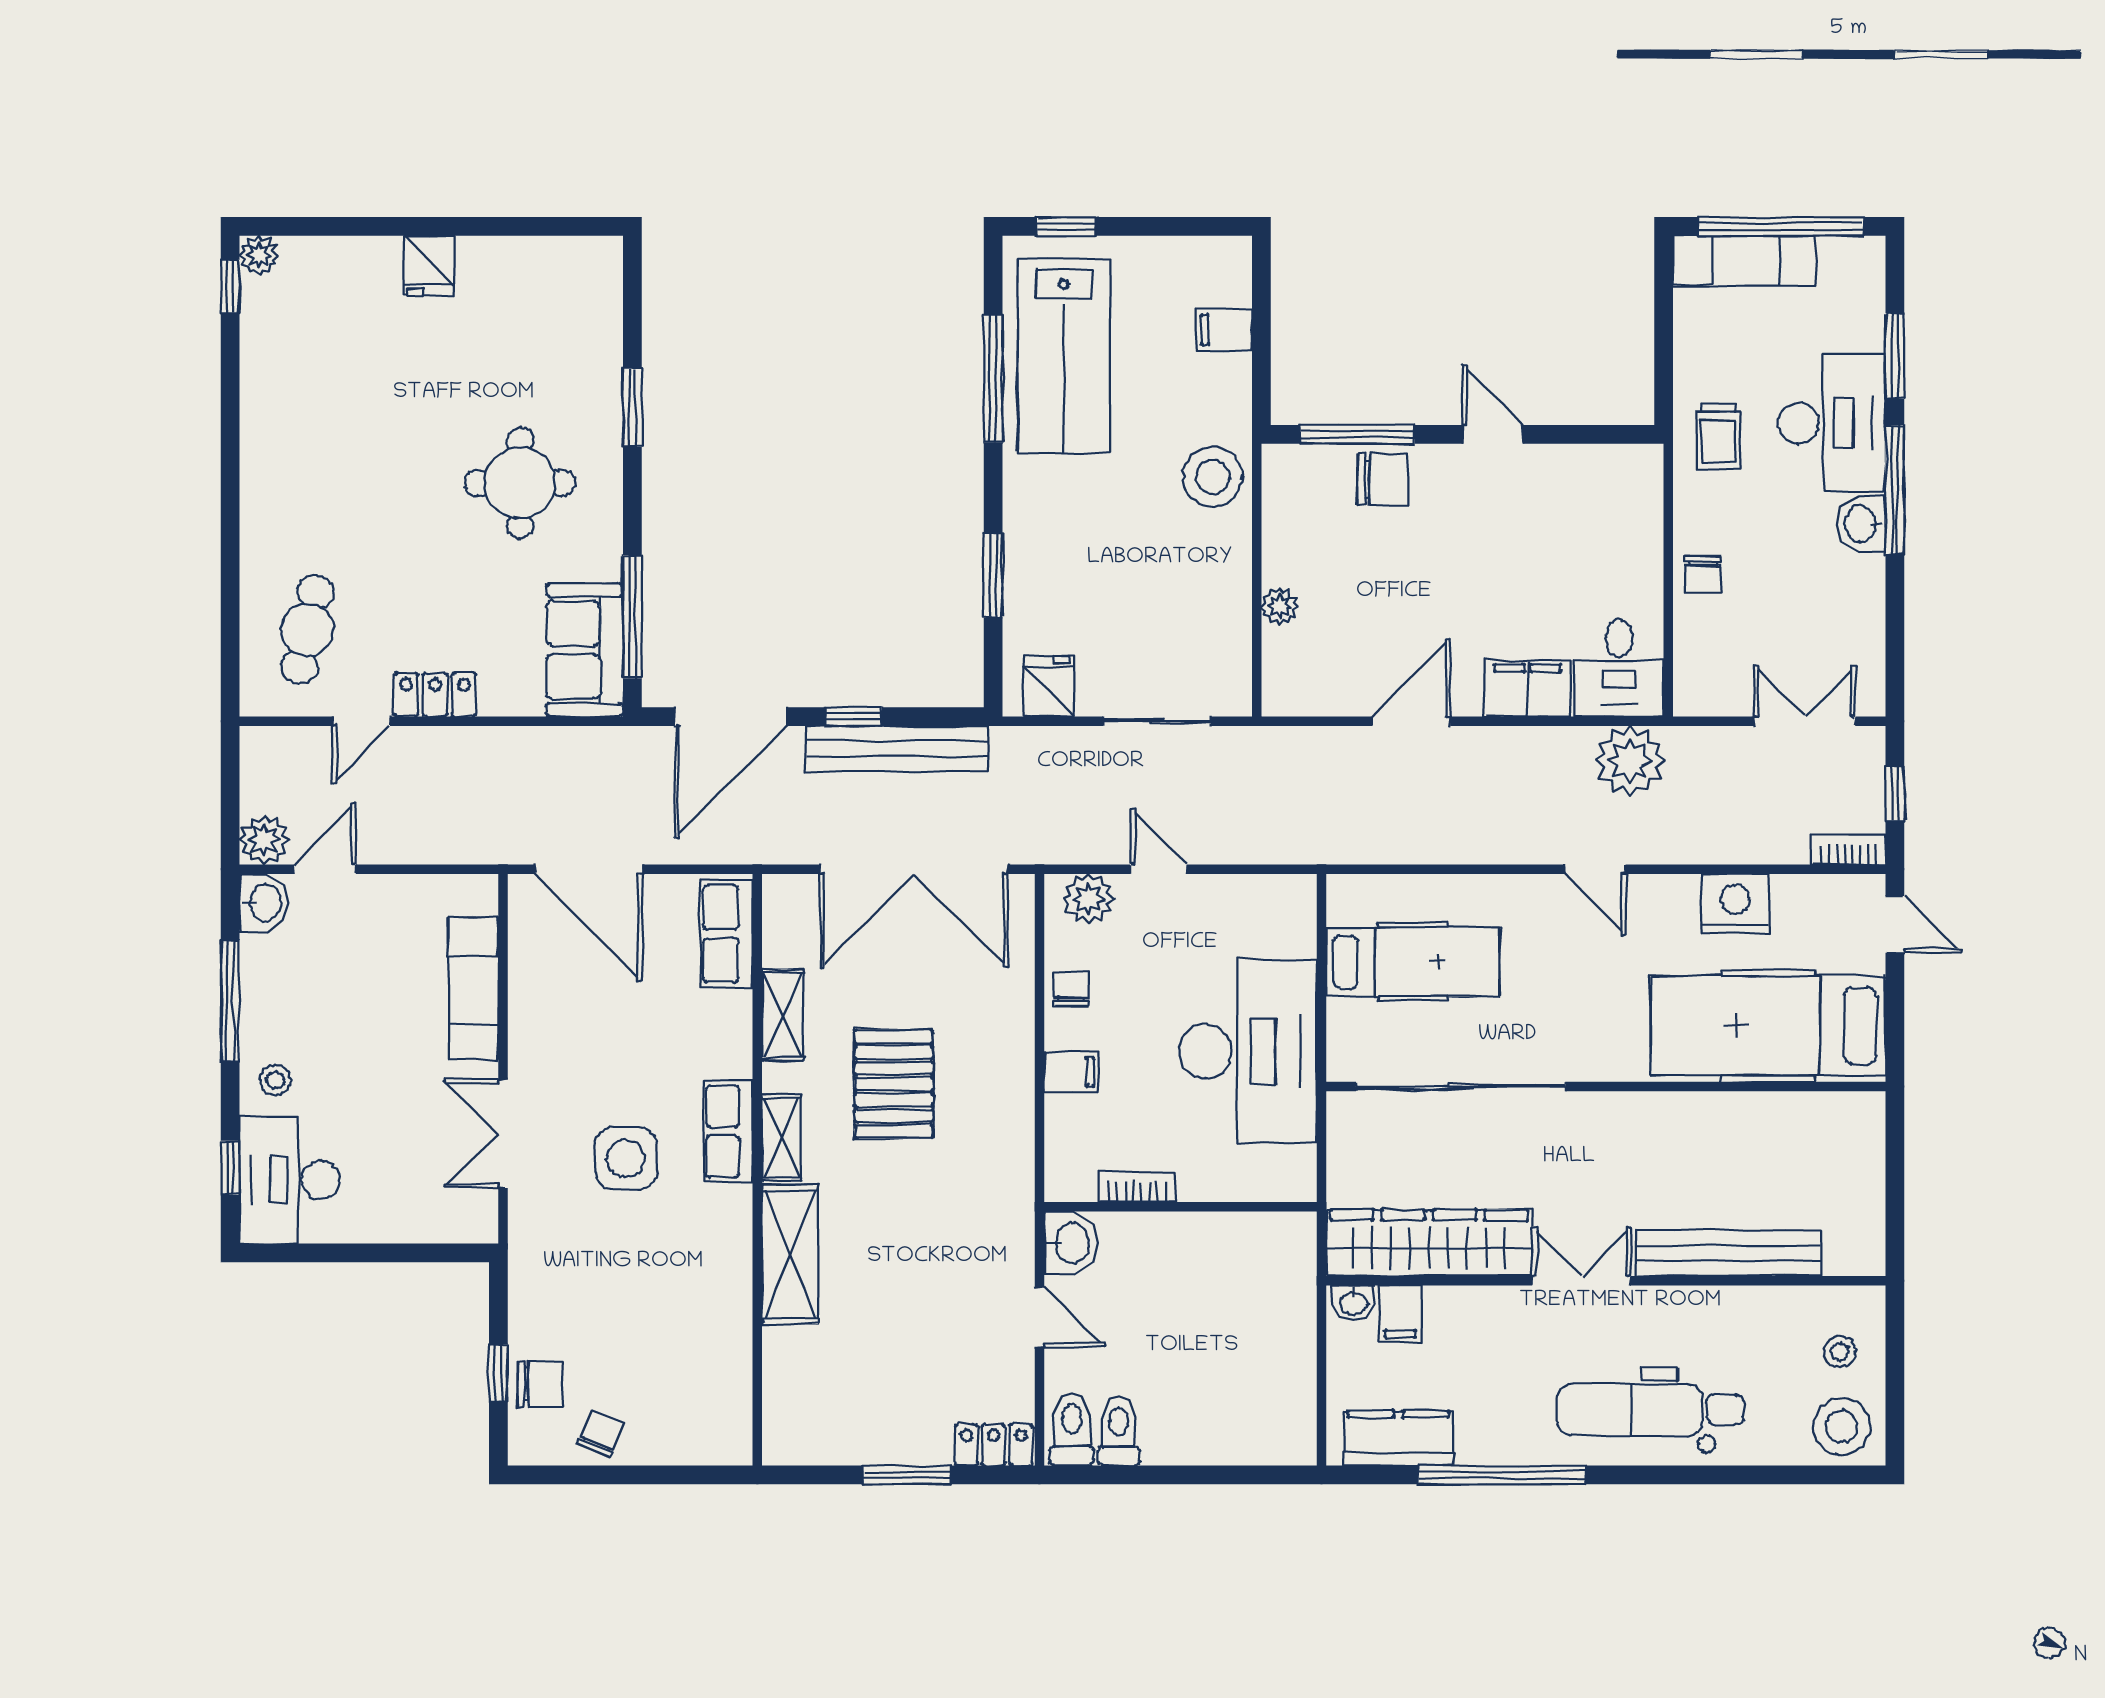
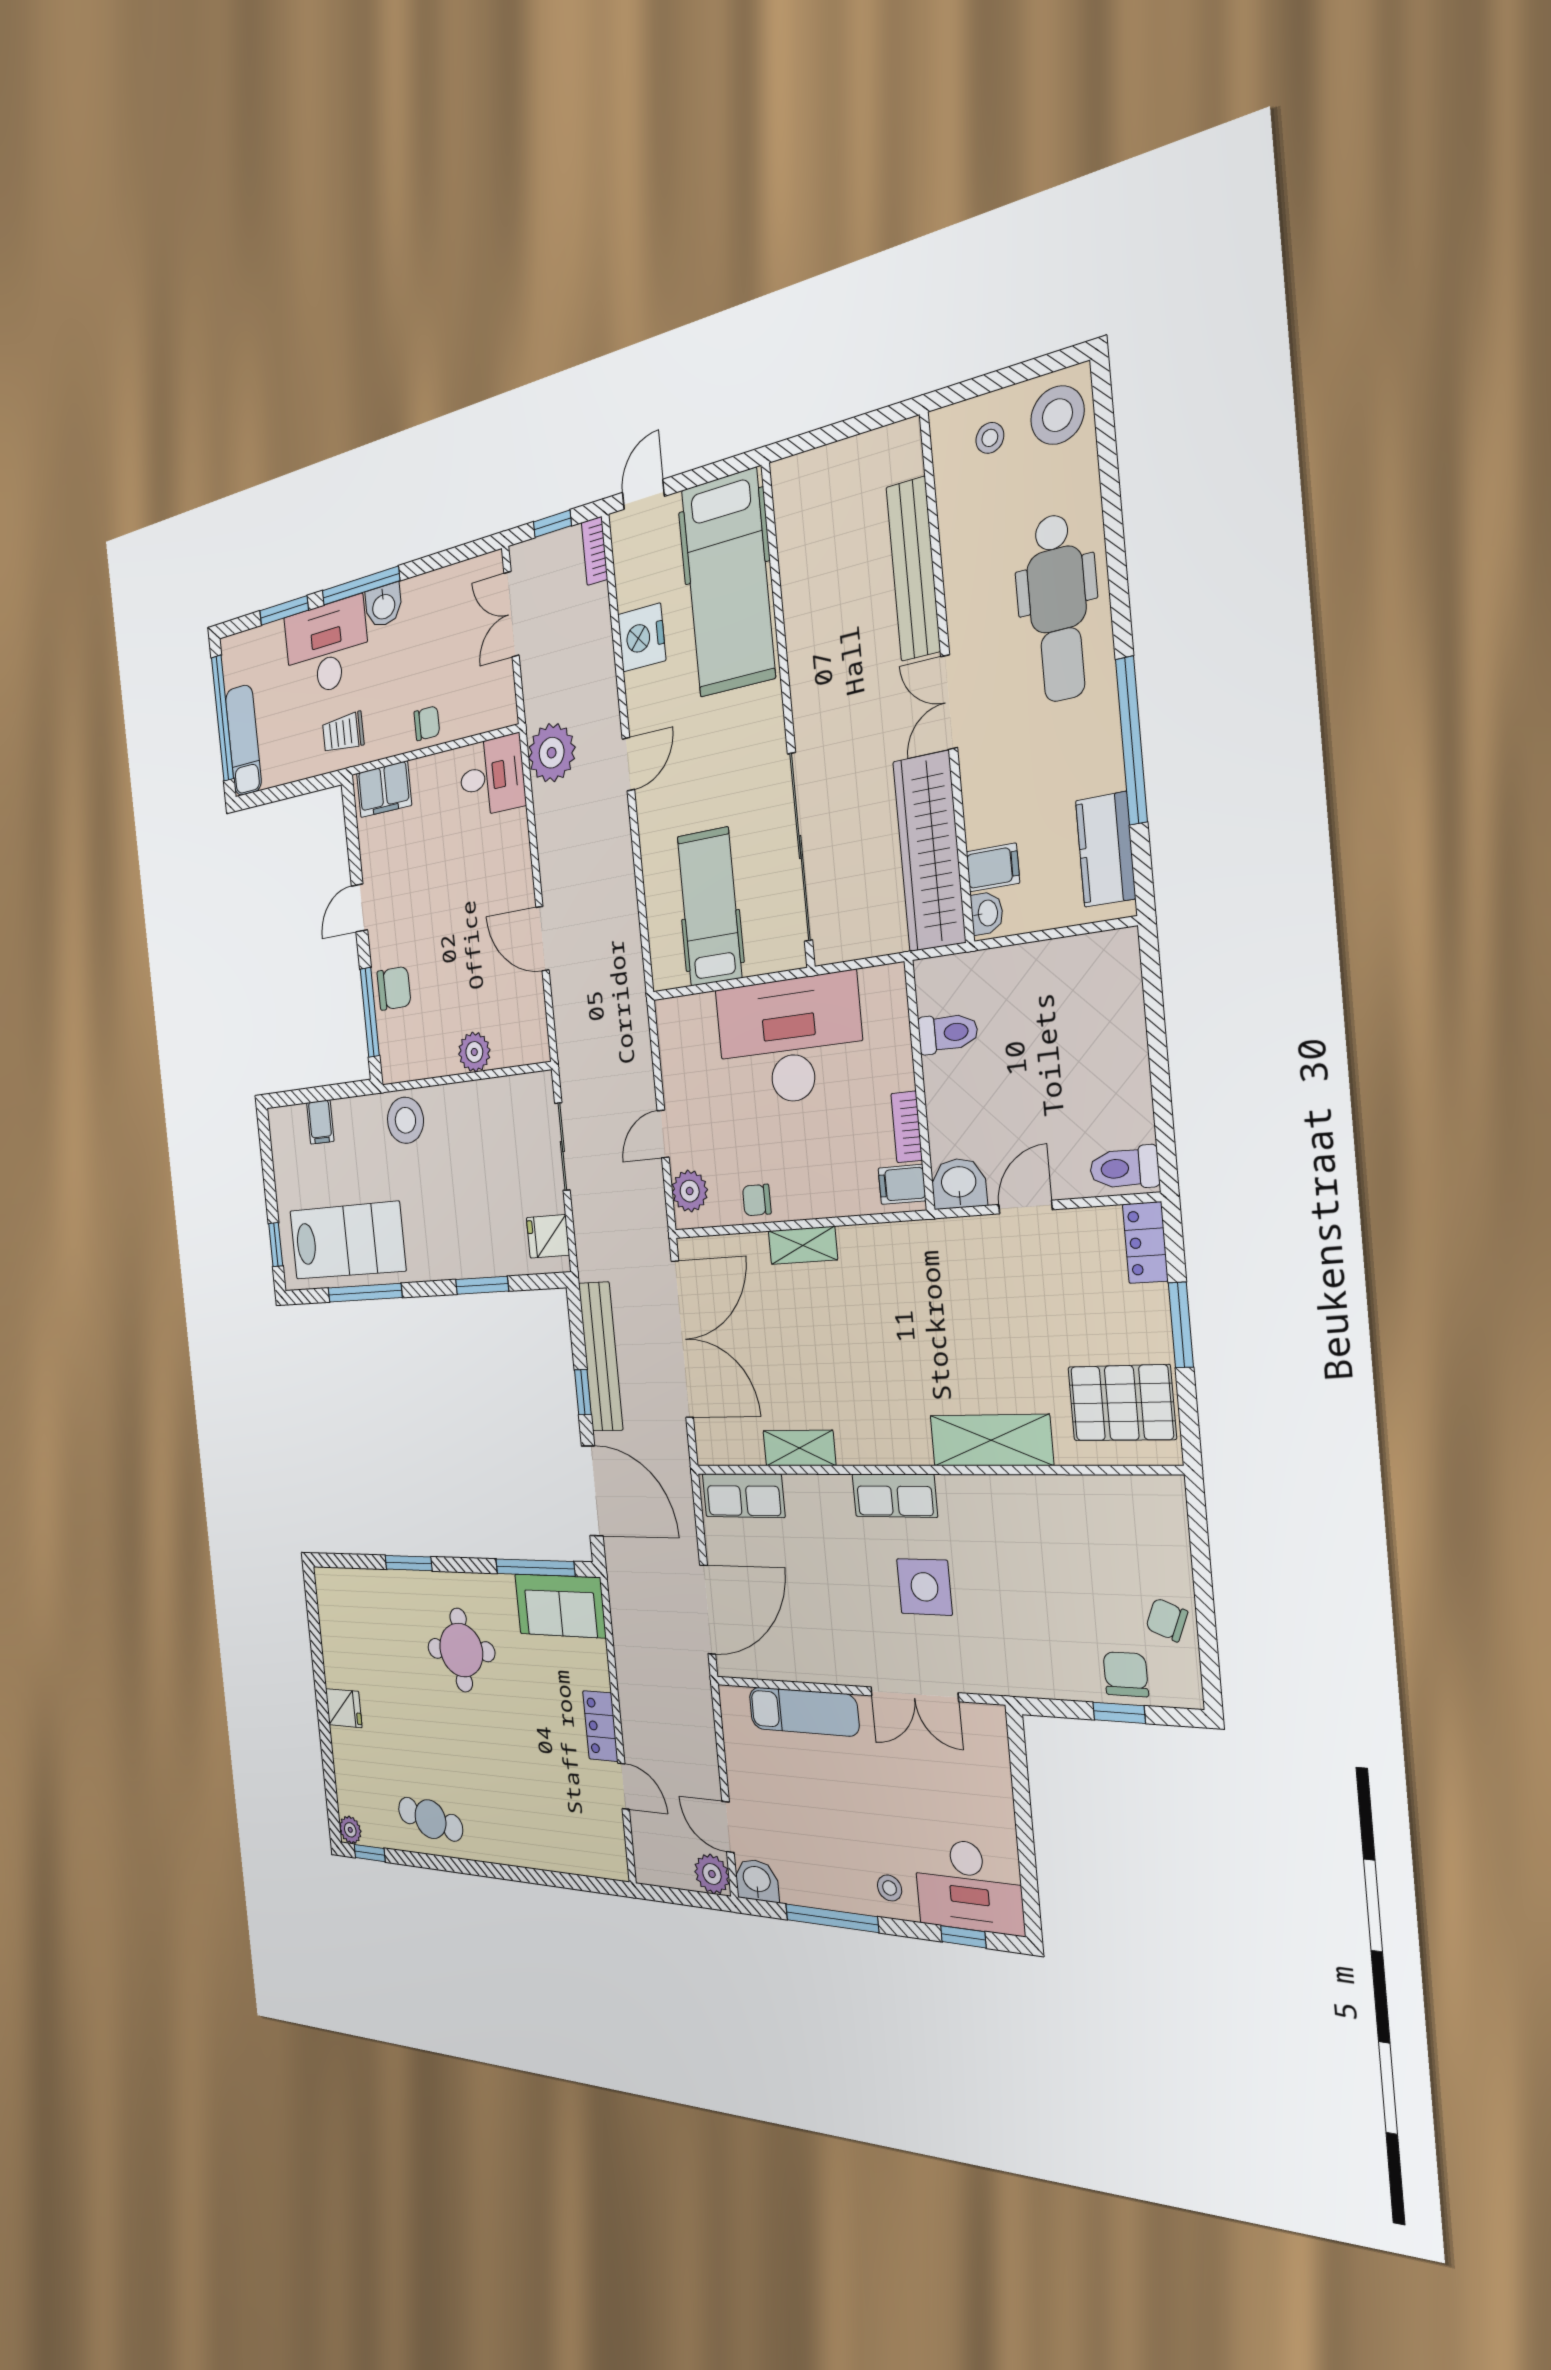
trolley: (1719, 436) -> (343, 733), turned 180
chair: (1383, 479) -> (394, 988), turned 90
plant: (1280, 606) -> (474, 1052), width x1.38, depth x1.38
cafe table: (308, 630) -> (430, 1819), moved
filing cabinet: (1528, 688) -> (384, 789), moved, turned -90
filing cabinet: (1071, 1072) -> (902, 1184), moved, turned -90
pallet: (894, 1084) -> (1122, 1403), moved
shelving: (781, 1138) -> (803, 1245), moved
toilet: (1119, 1431) -> (948, 1033), moved, turned 180

